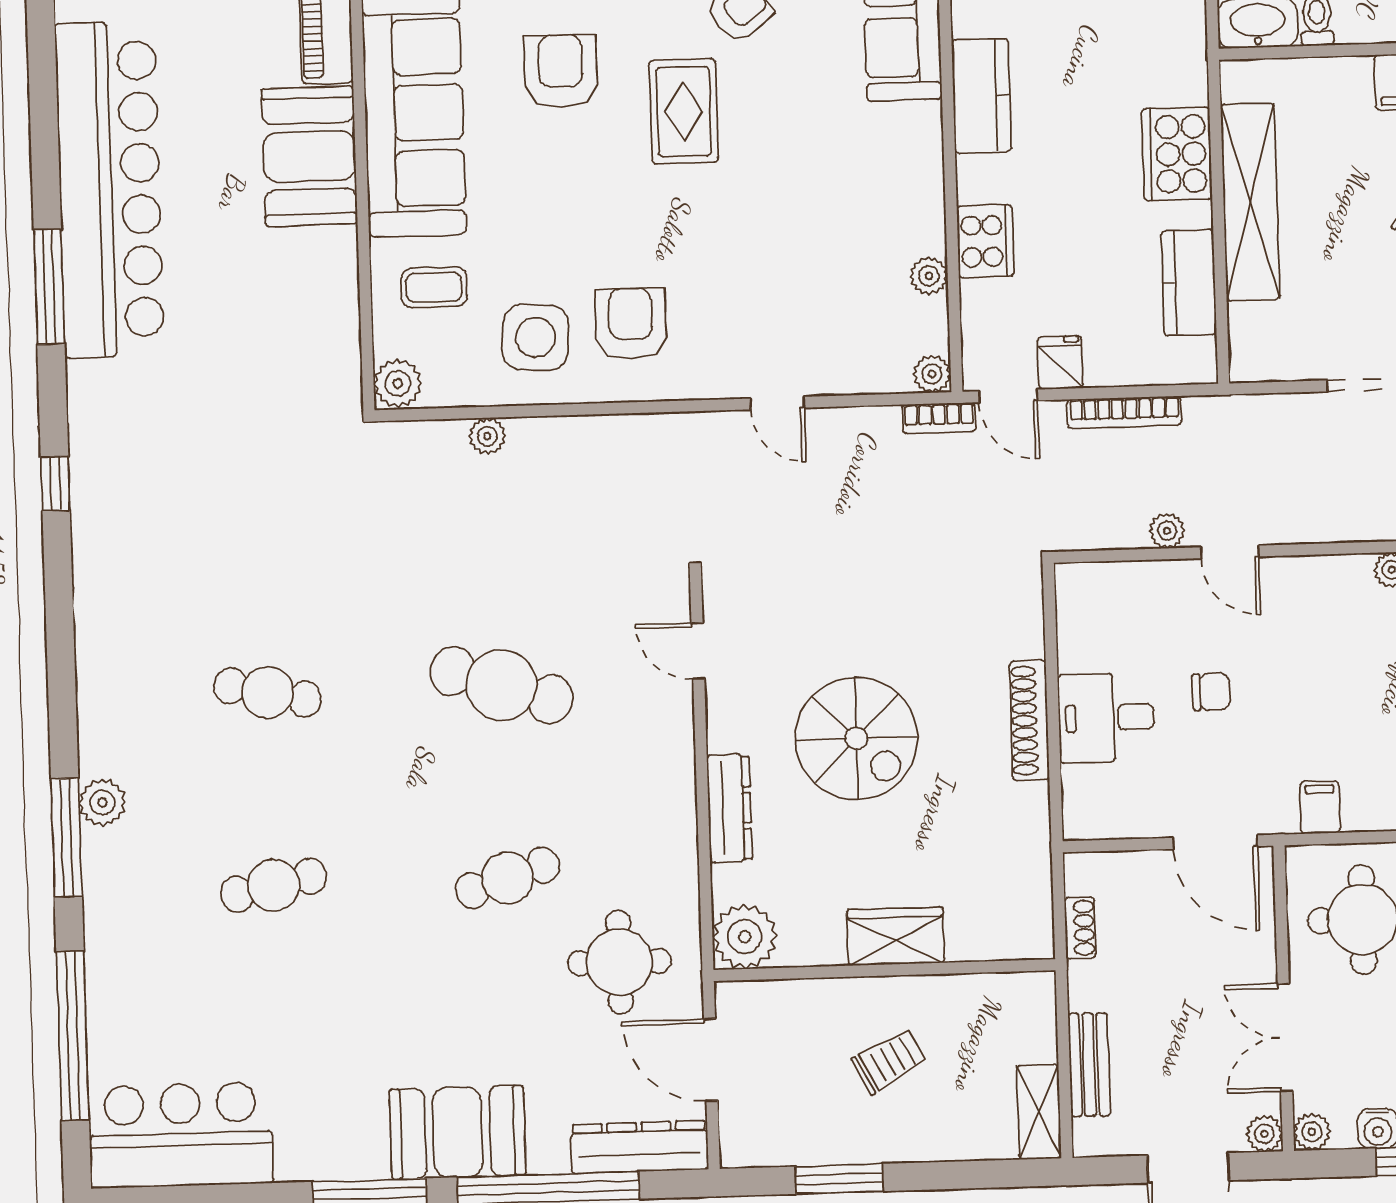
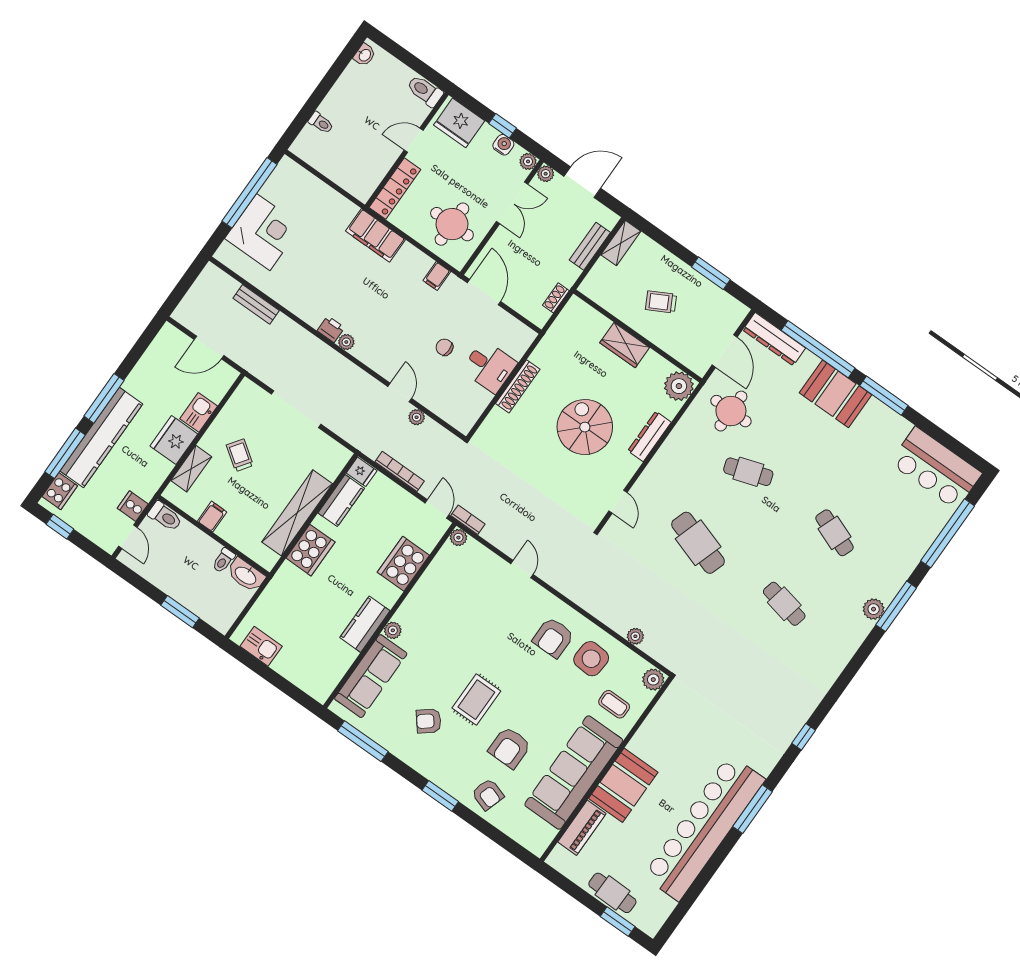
cooker: (985, 241) -> (403, 564), width x1.37, depth x1.31
plant: (929, 276) -> (393, 630), moved
fridge: (1060, 362) -> (362, 472), moved, turned -90
cafe table: (274, 885) -> (834, 533), turned 33

